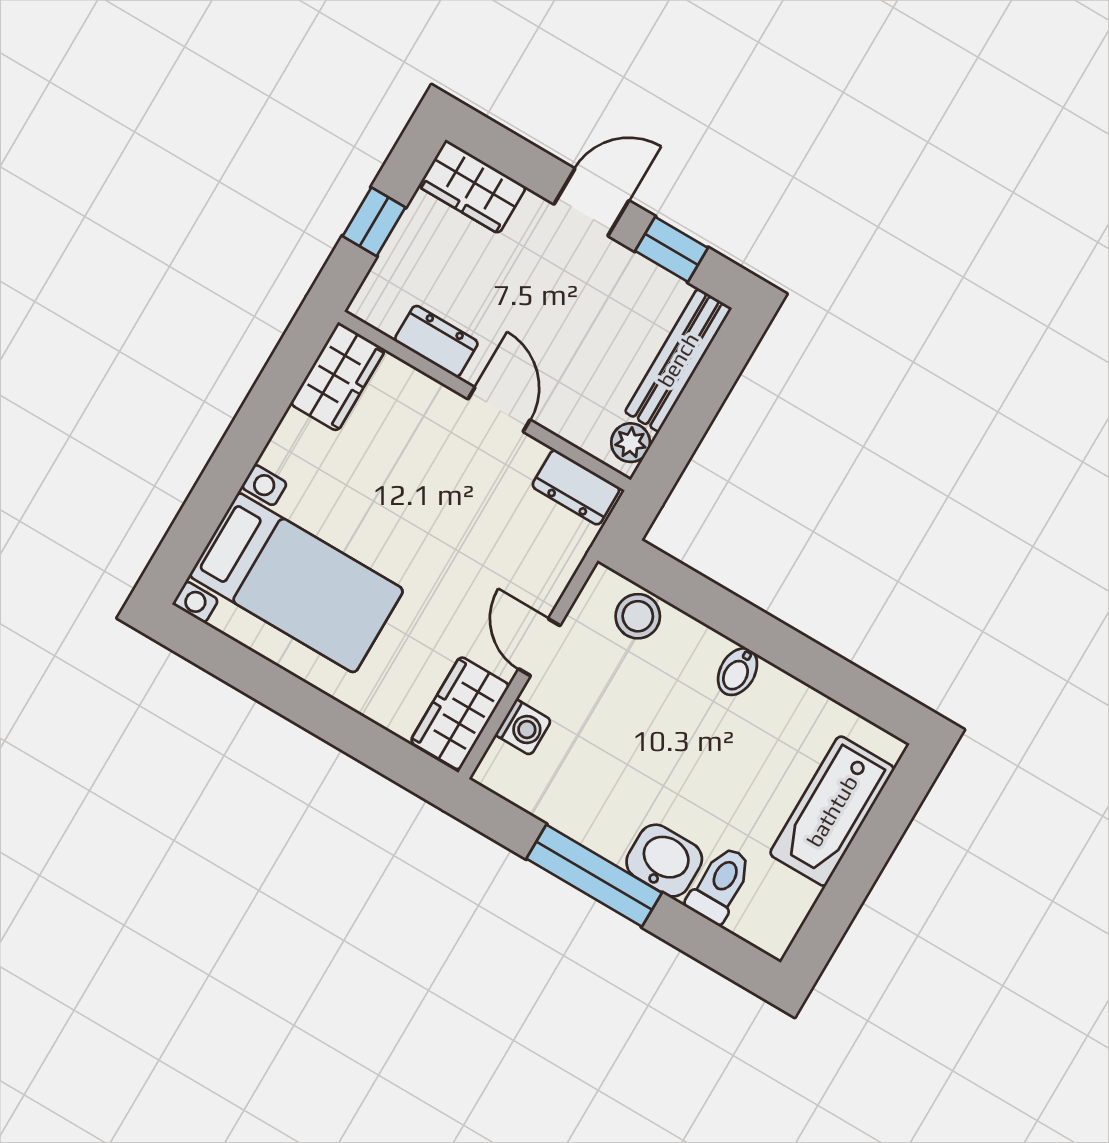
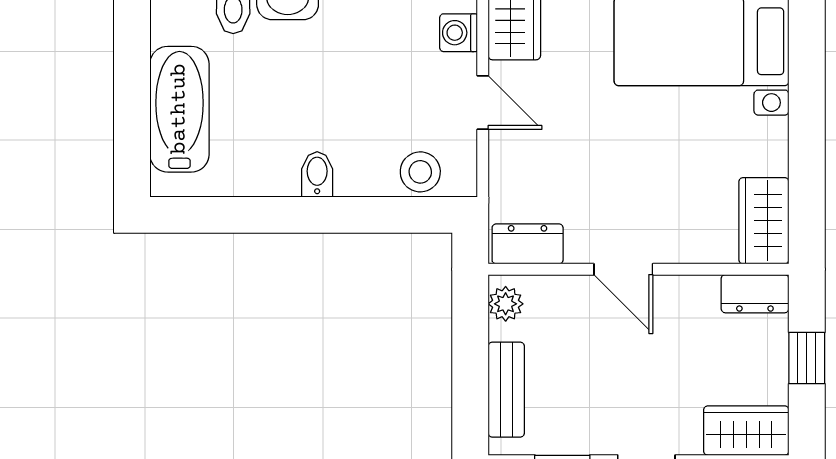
dresser: (436, 341) -> (755, 294), moved
bench: (678, 360) -> (506, 390), width x0.73

